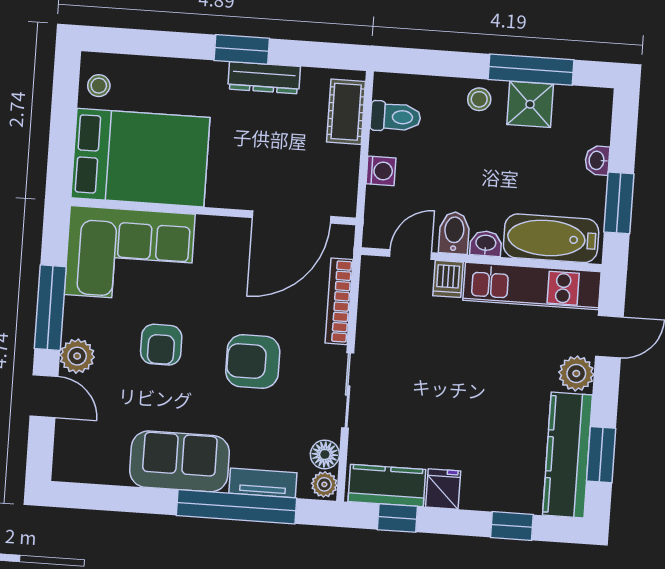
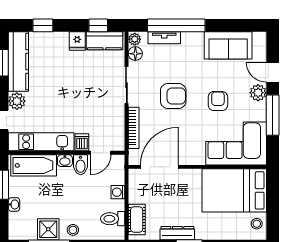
sofa: (179, 461) -> (228, 45), moved

